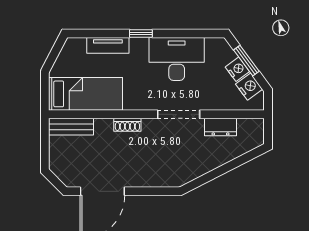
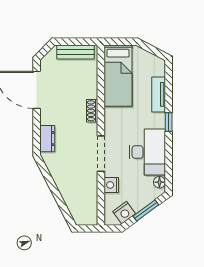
floor lamp: (213, 44) -> (159, 182), added
nightstand: (237, 69) -> (111, 185), moved, turned 126
bench: (71, 127) -> (75, 52), moved, turned 90
dresser: (220, 127) -> (47, 139), moved, turned 180

